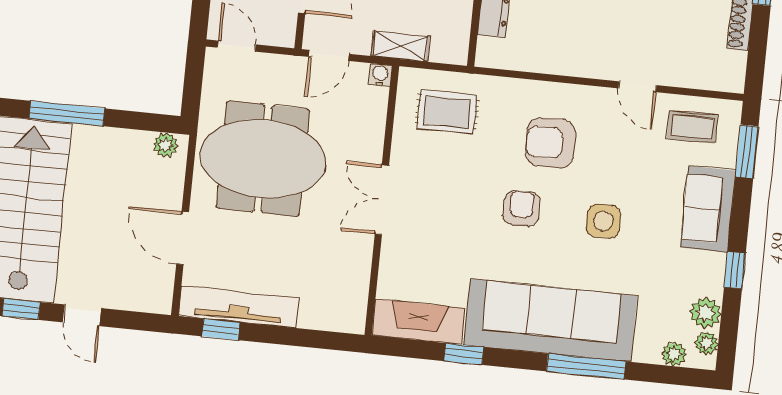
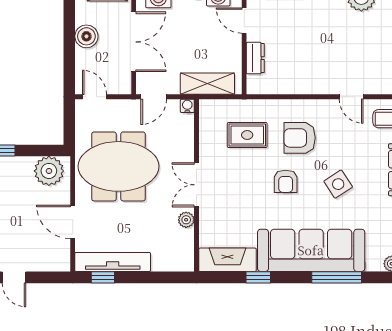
shelving: (400, 46) -> (207, 84), width x1.50, depth x1.33
rug: (447, 112) -> (247, 135), moved
plant: (165, 145) -> (49, 171), width x1.87, depth x1.87
armchair: (522, 208) -> (286, 181), turned 180
side table: (603, 221) -> (338, 184), turned -33
plant: (360, 253) -> (186, 220), added

